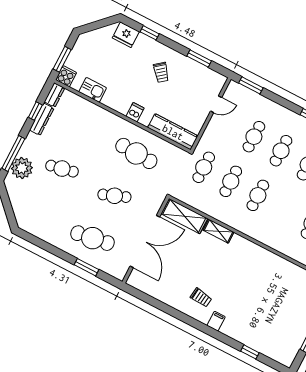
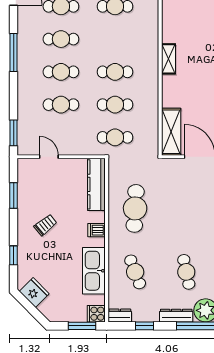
fridge: (126, 35) -> (34, 292), moved, turned -45
kitchen sink: (93, 90) -> (94, 271), width x1.88, depth x1.24
dresser: (42, 119) -> (176, 316), moved
cafe table: (114, 196) -> (135, 272), moved
shelving: (218, 231) -> (169, 59), moved

